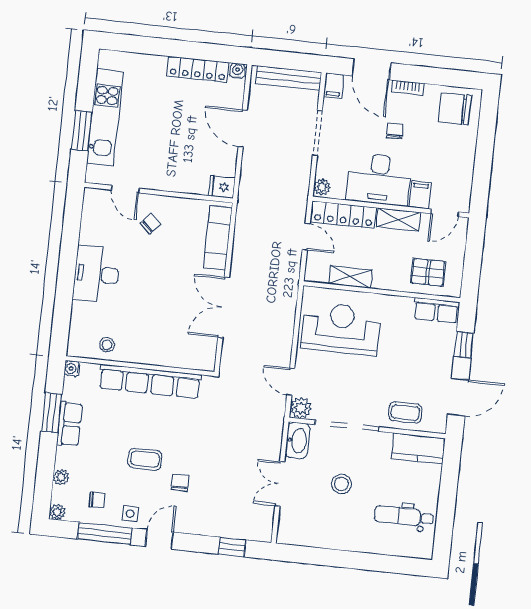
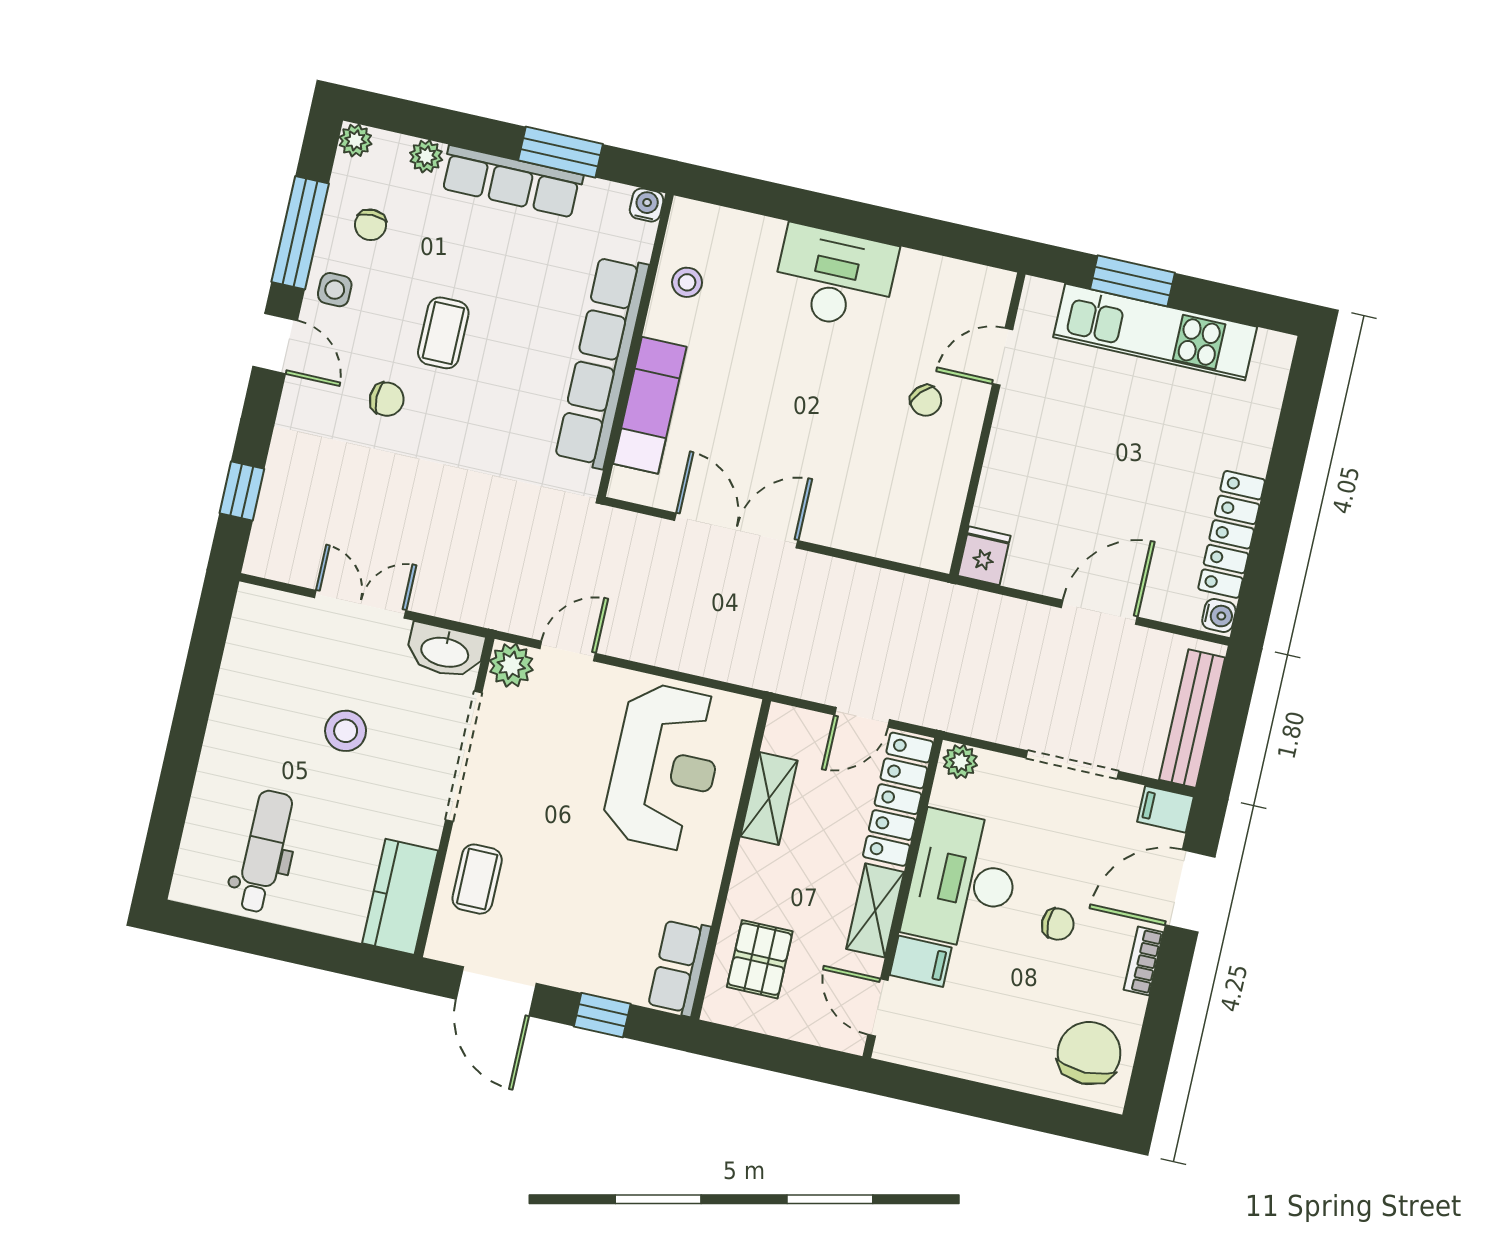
exam couch: (218, 238) -> (650, 405), moved, turned 90
row of seats: (70, 424) -> (512, 182), width x1.48

